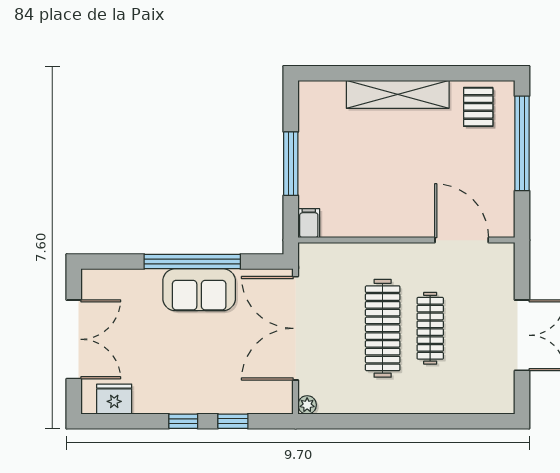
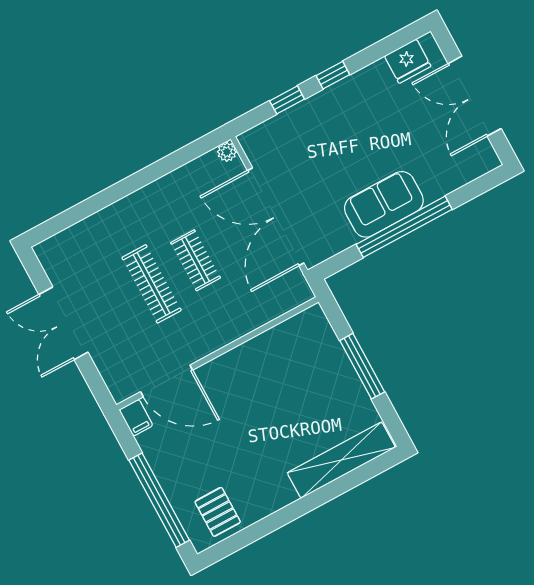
shelving: (398, 94) -> (341, 460), moved
filing cabinet: (309, 223) -> (136, 418), moved
double door: (296, 328) -> (276, 217), swing flipped
clothes rail: (383, 328) -> (195, 260), width x0.54, depth x0.76

